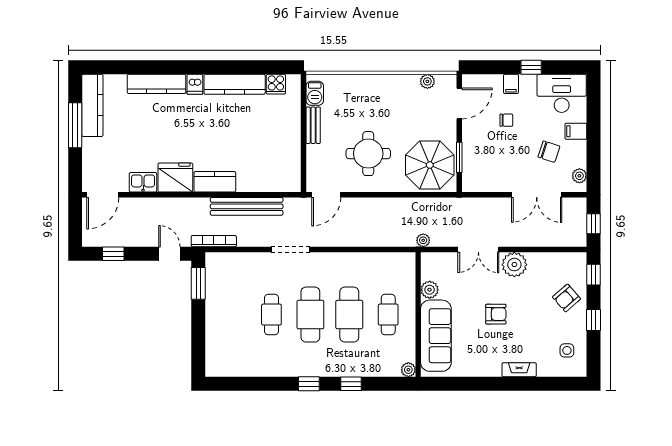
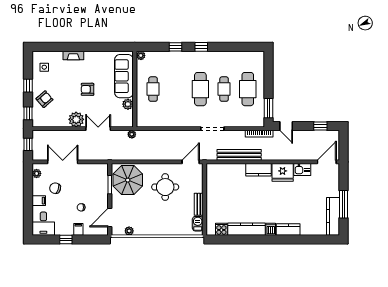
kitchen counter: (157, 84) -> (288, 229), width x0.67
desk: (562, 93) -> (43, 224), width x0.73
cafe table: (349, 315) -> (248, 89), moved

